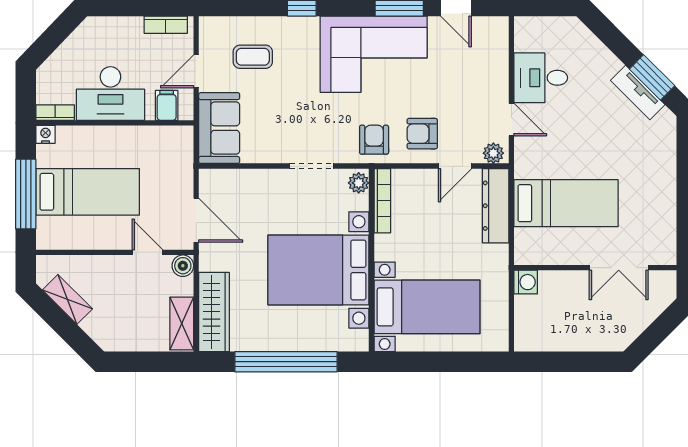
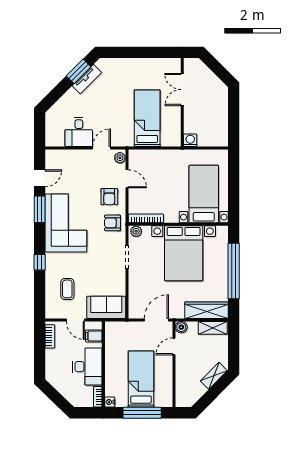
dresser: (496, 206) -> (149, 157), removed
double door: (619, 268) -> (182, 90), swing flipped
shelving: (67, 299) -> (214, 376), moved

